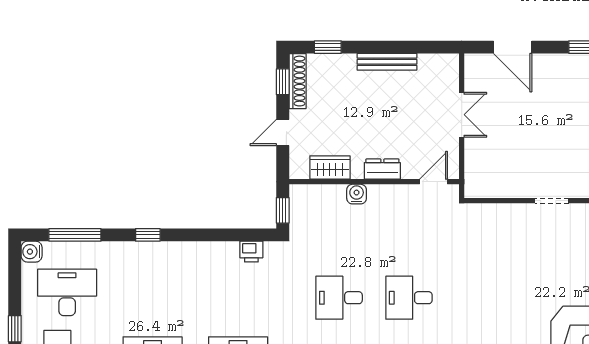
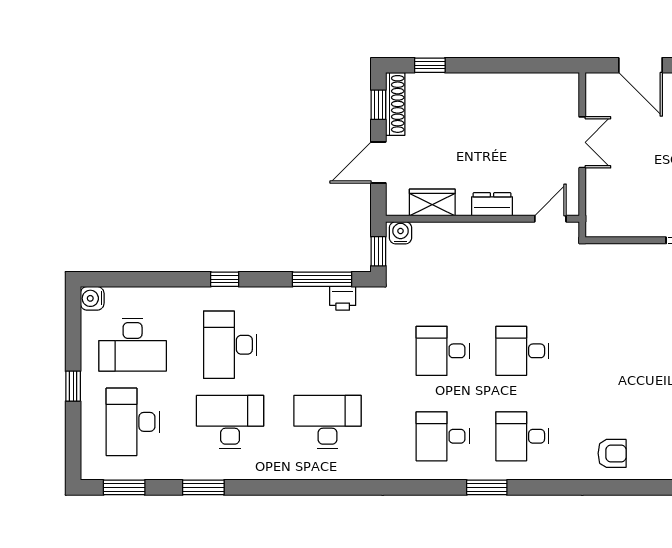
bench: (387, 62) -> (497, 82), removed
door: (283, 132) -> (378, 162), width x1.38
water cooler: (357, 194) -> (400, 233), moved
window: (75, 235) -> (322, 279), moved
desk: (67, 292) -> (133, 345), turned 180
desk: (153, 292) -> (230, 345), added

